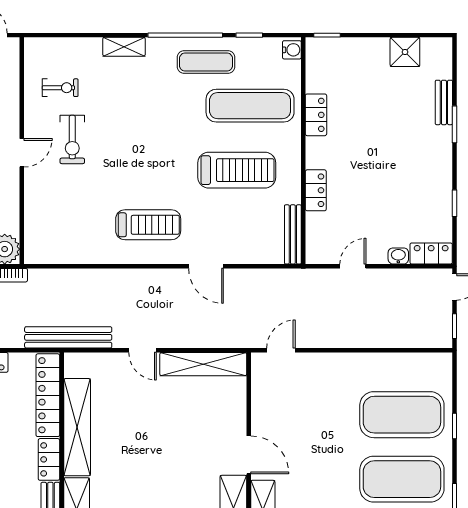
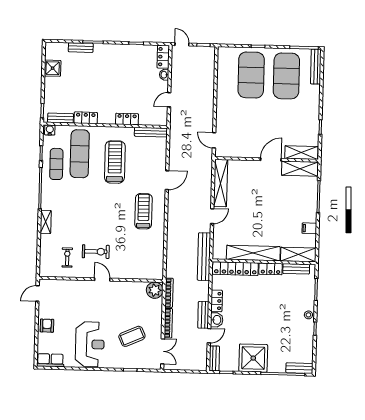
exercise mat: (206, 62) -> (56, 164), moved
bench: (314, 69) -> (61, 118), added
door: (353, 266) -> (169, 100), hinge flipped

